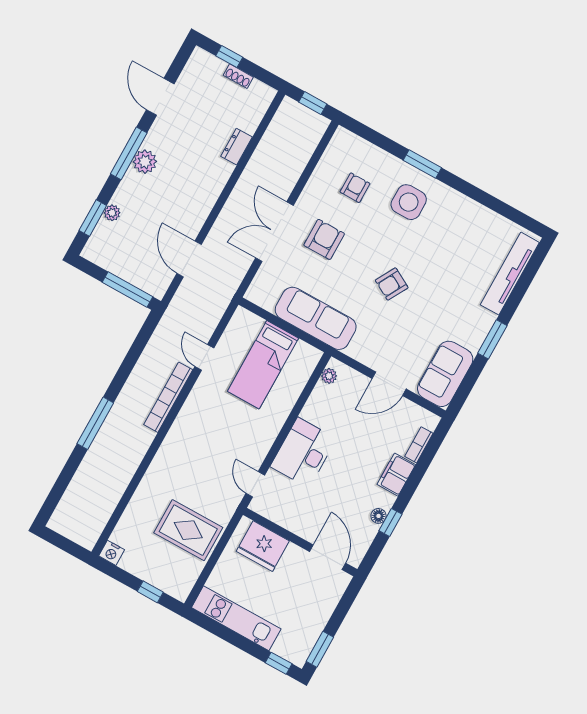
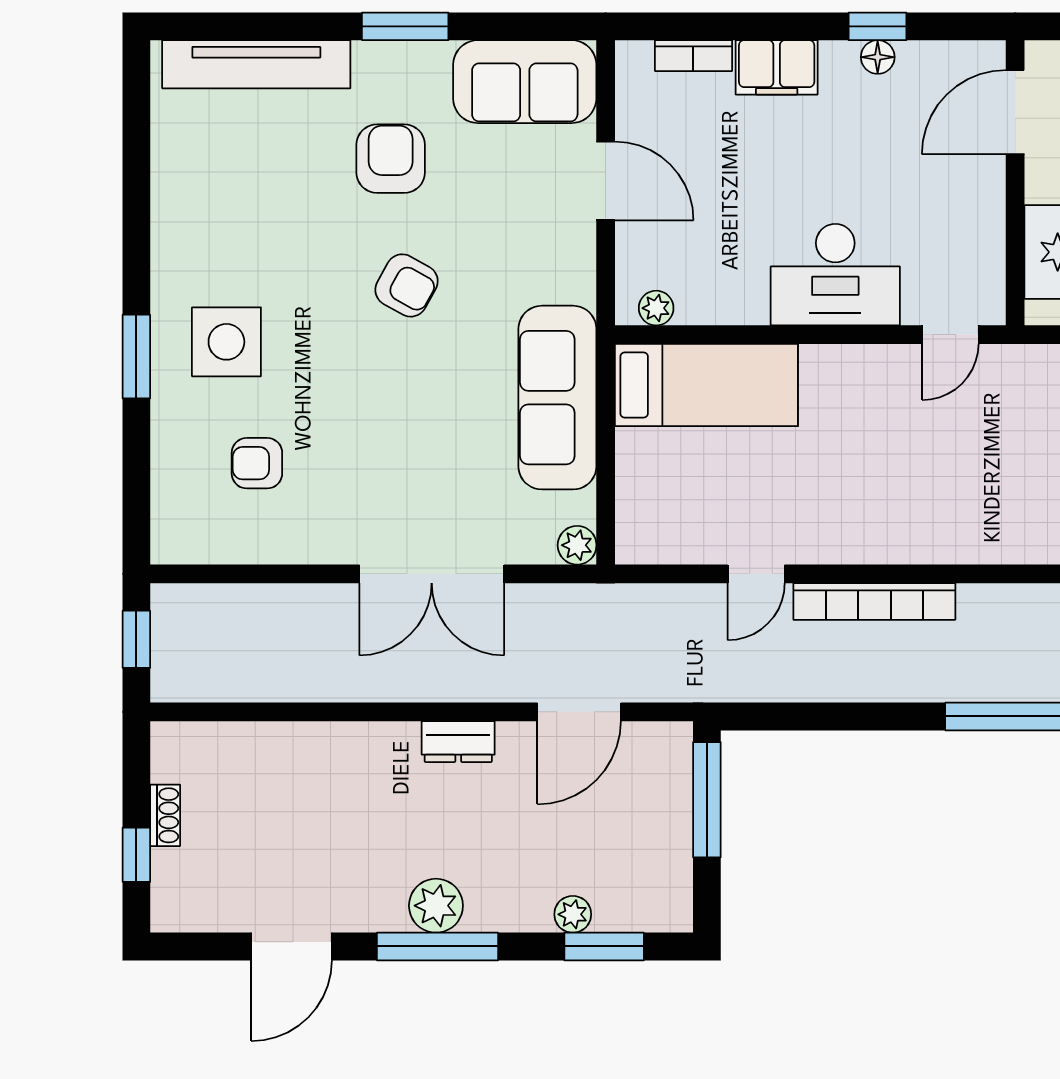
dresser: (237, 147) -> (458, 742), moved
armchair: (324, 239) -> (391, 159), moved, turned 90
plant: (254, 294) -> (577, 545), added
bed: (263, 365) -> (706, 385), moved

